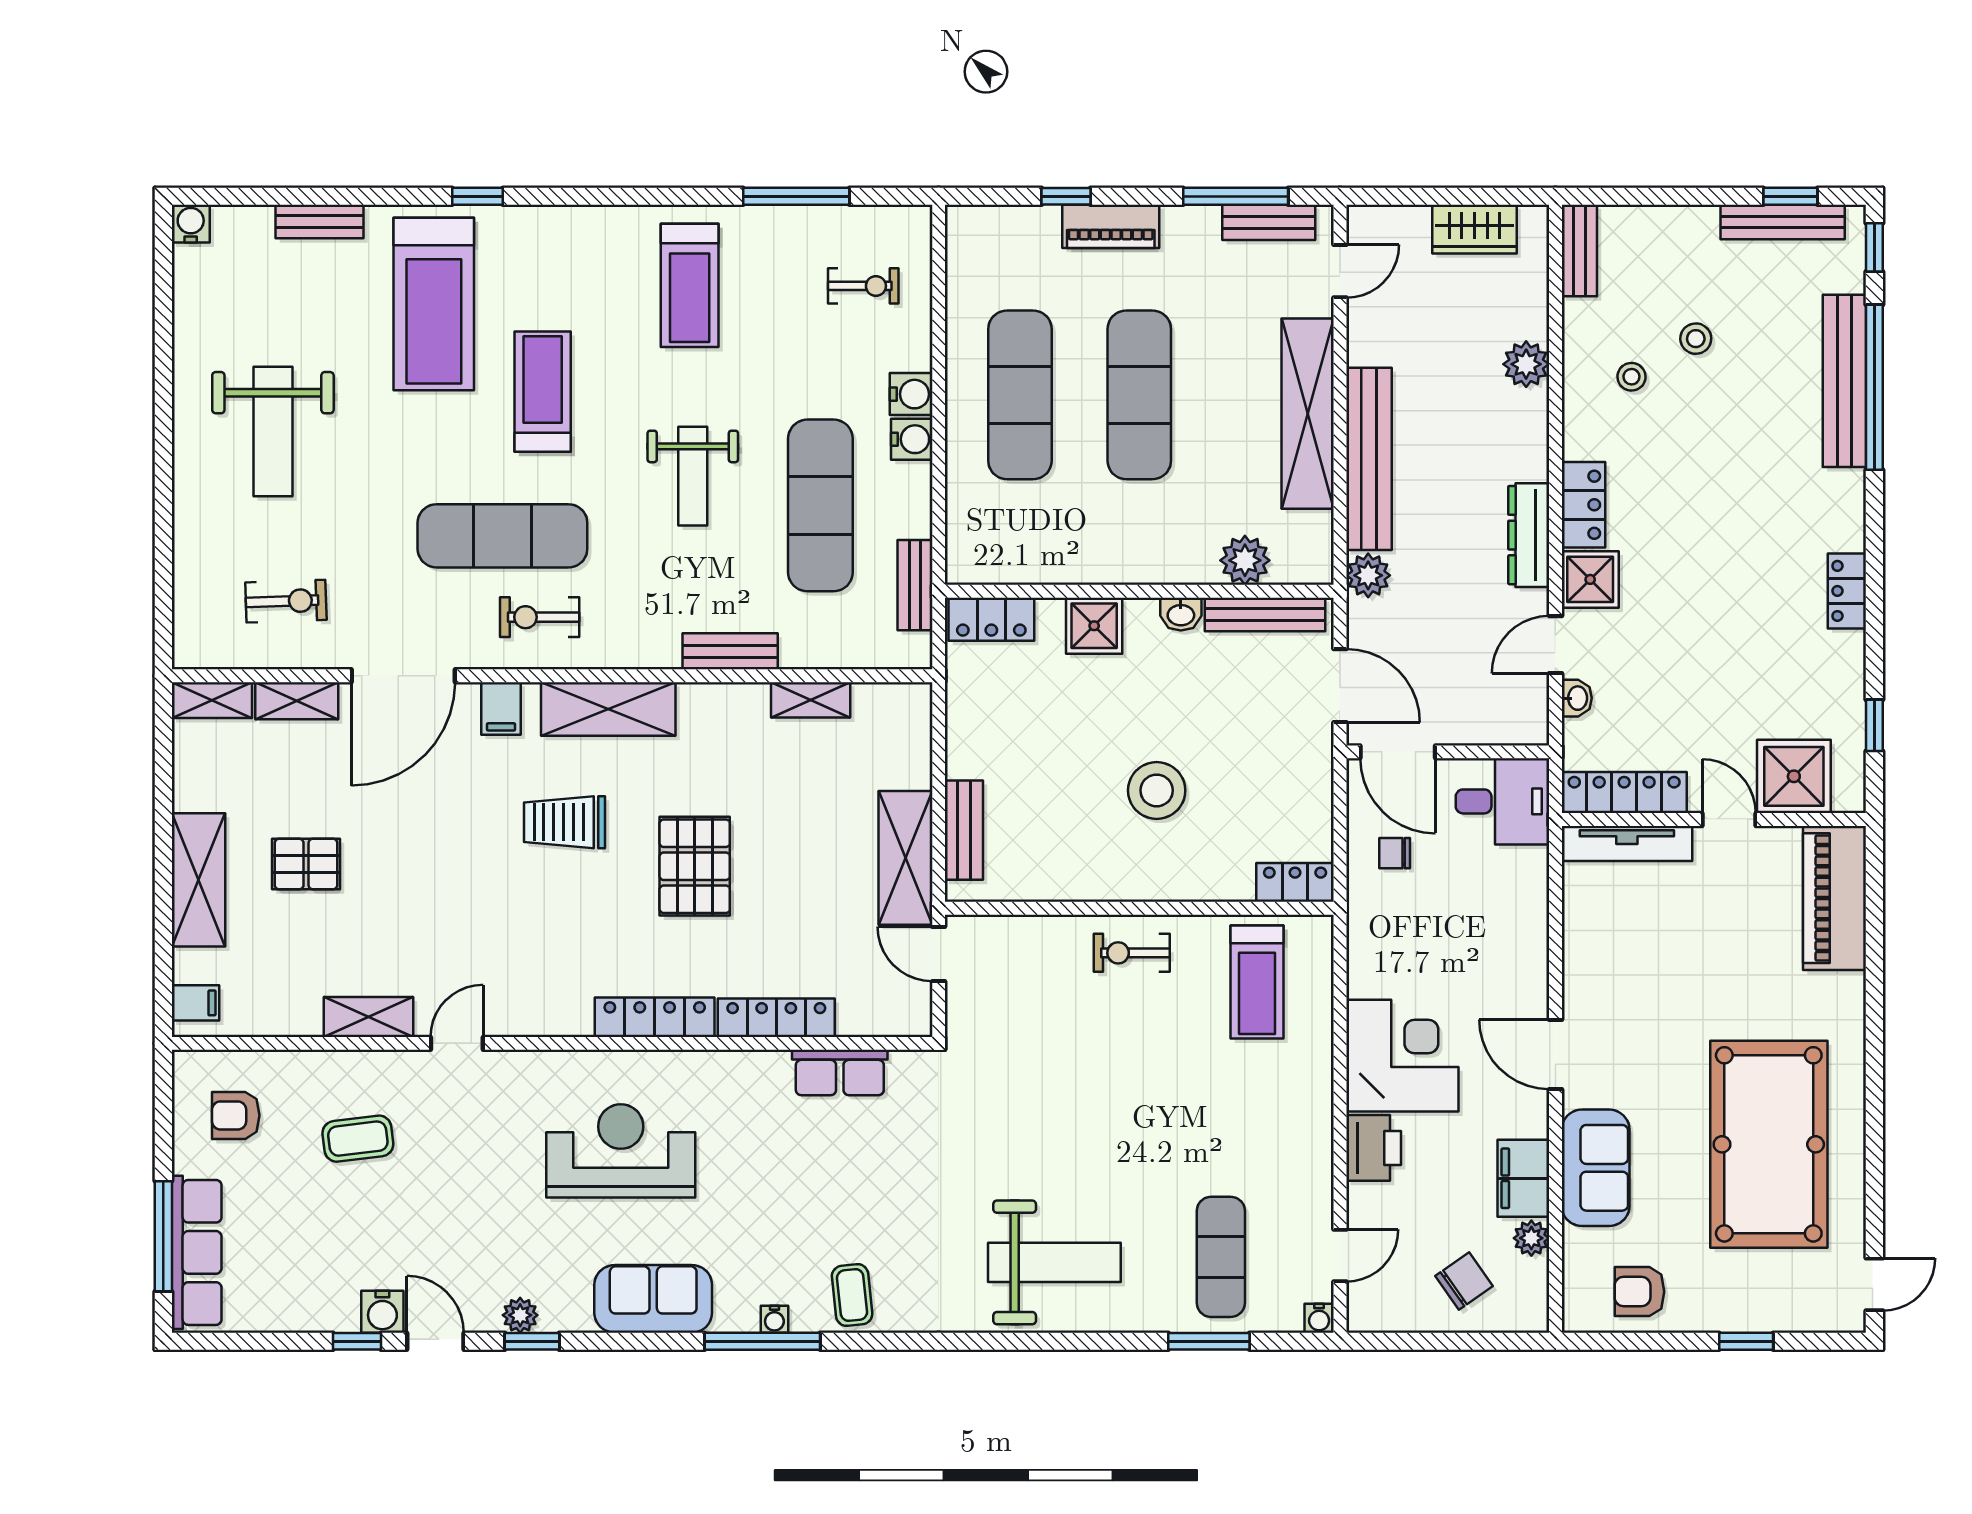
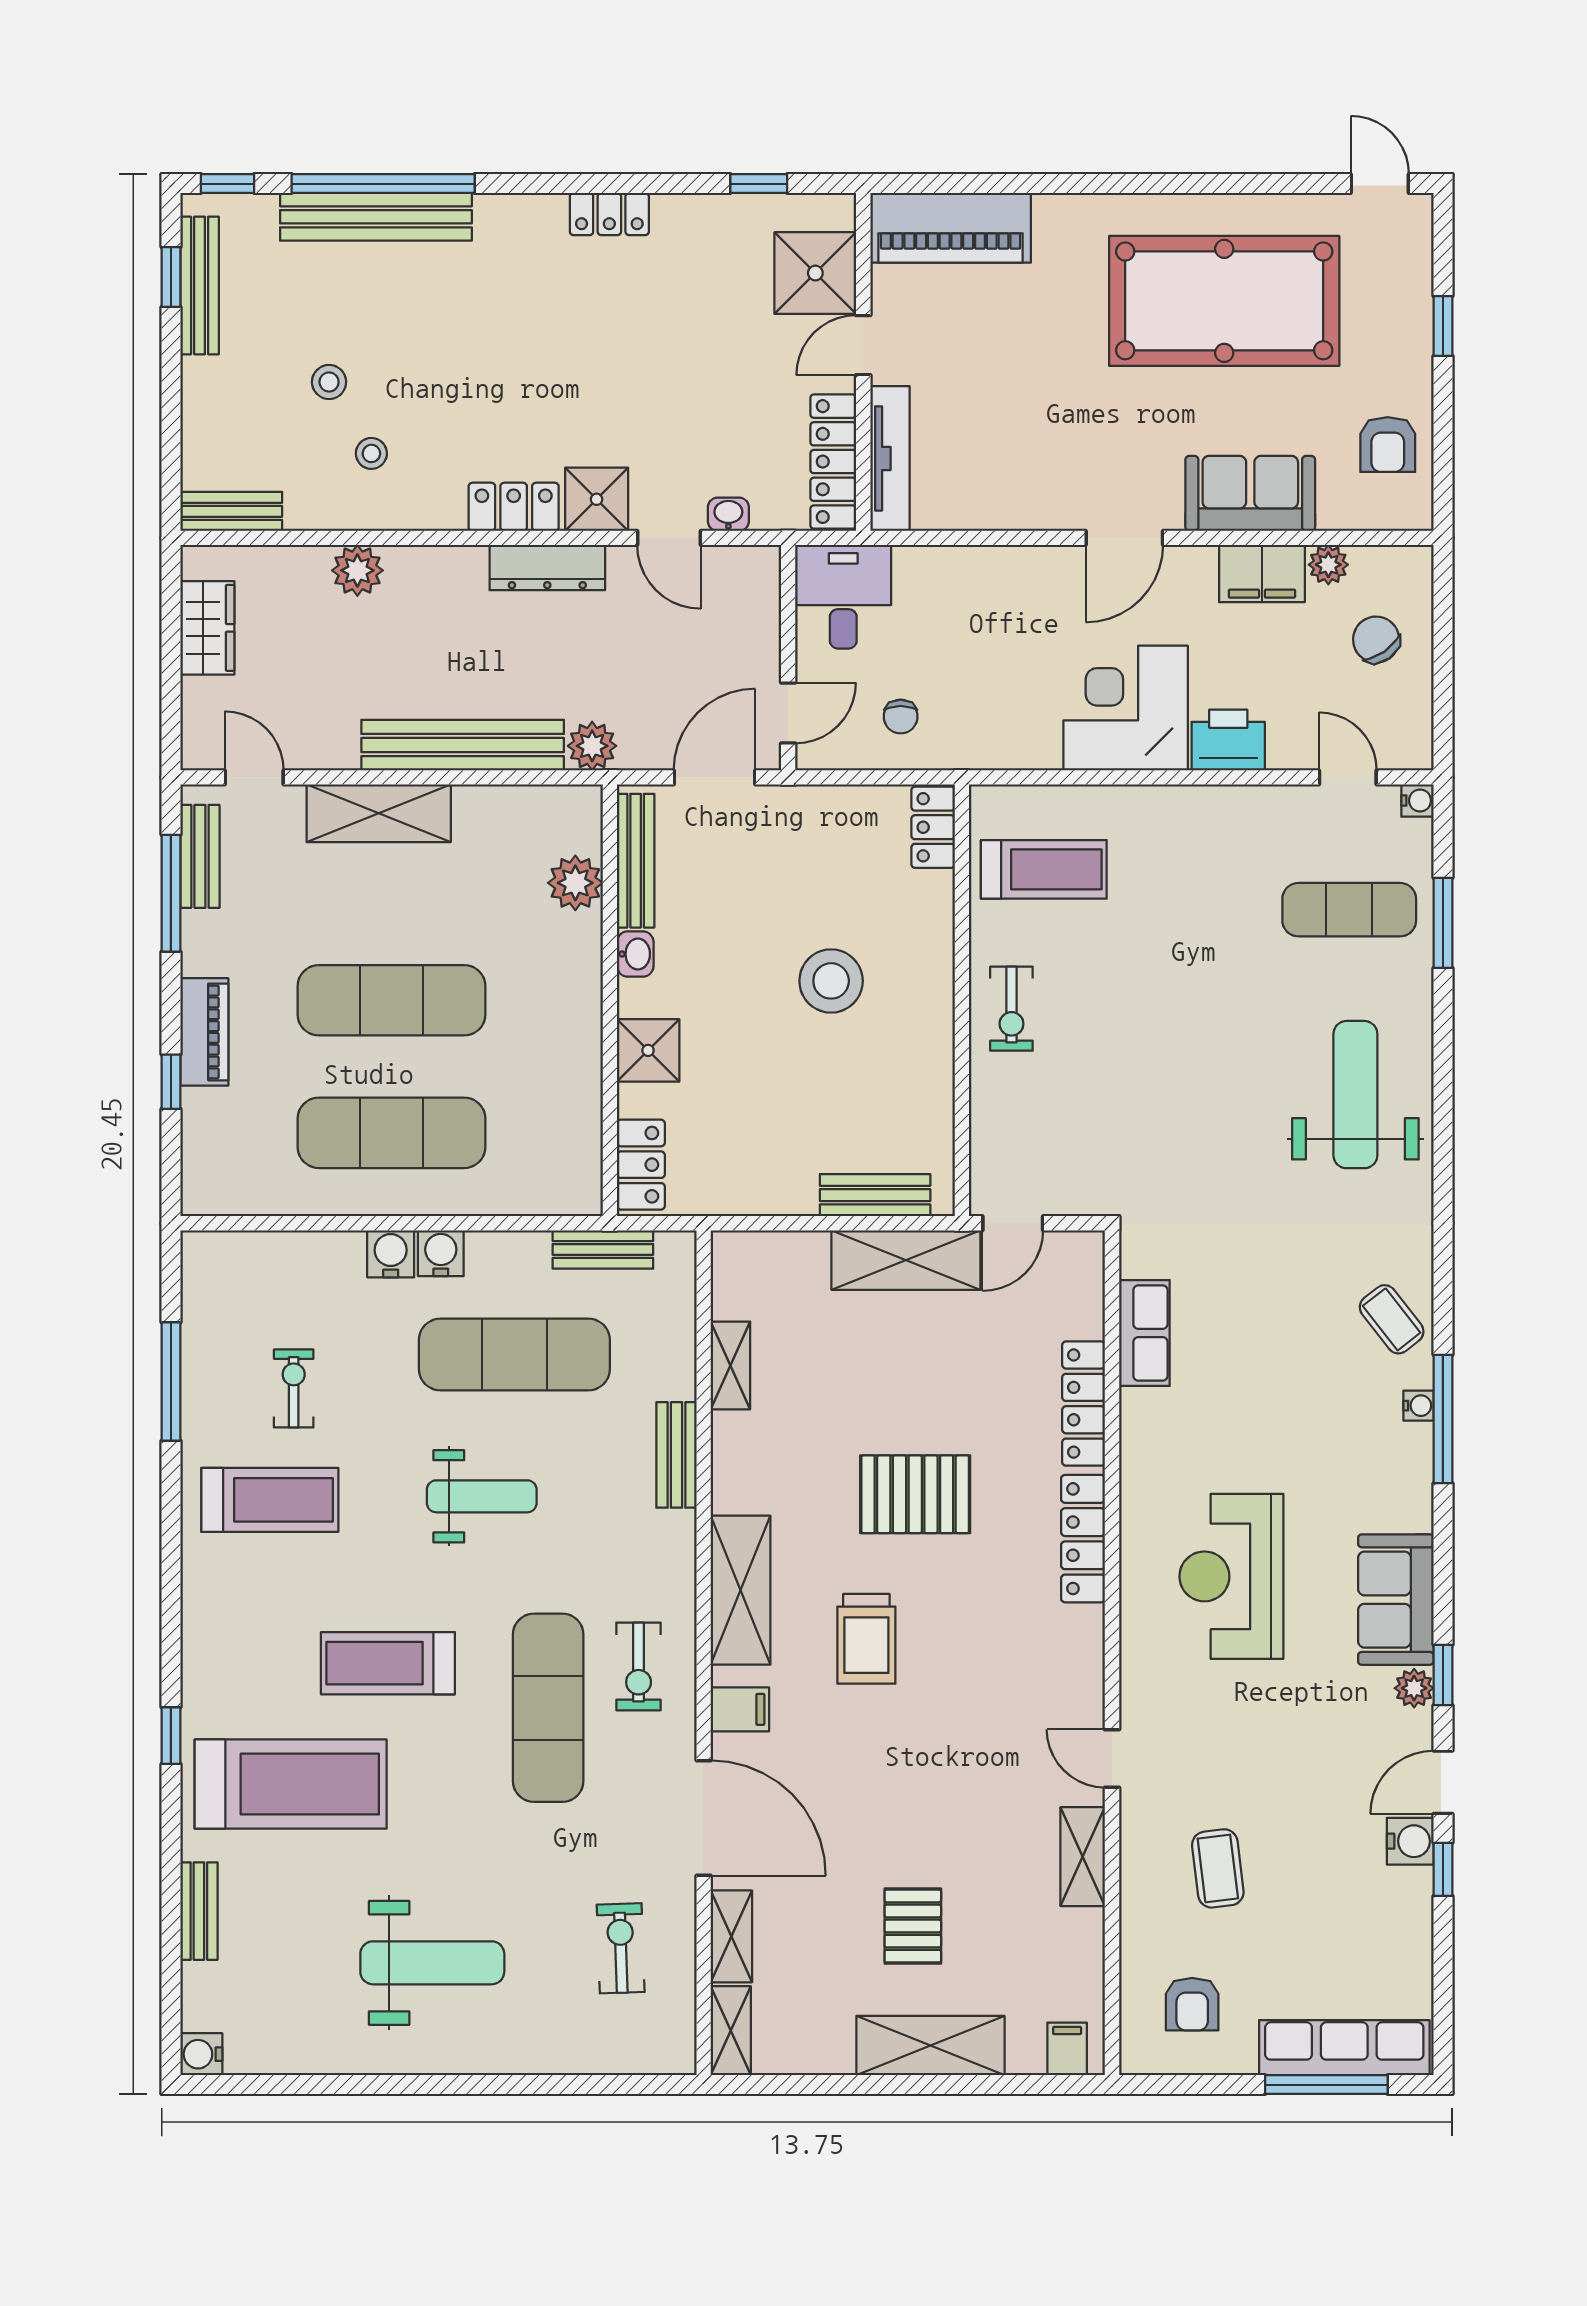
exercise bike: (863, 286) -> (294, 1388), moved
shelving: (1308, 414) -> (379, 813), width x0.68
door: (1398, 752) -> (788, 713), width x0.73
coffee table: (852, 1295) -> (1392, 1319), turned 58
sofa: (653, 1299) -> (1396, 1600), moved

